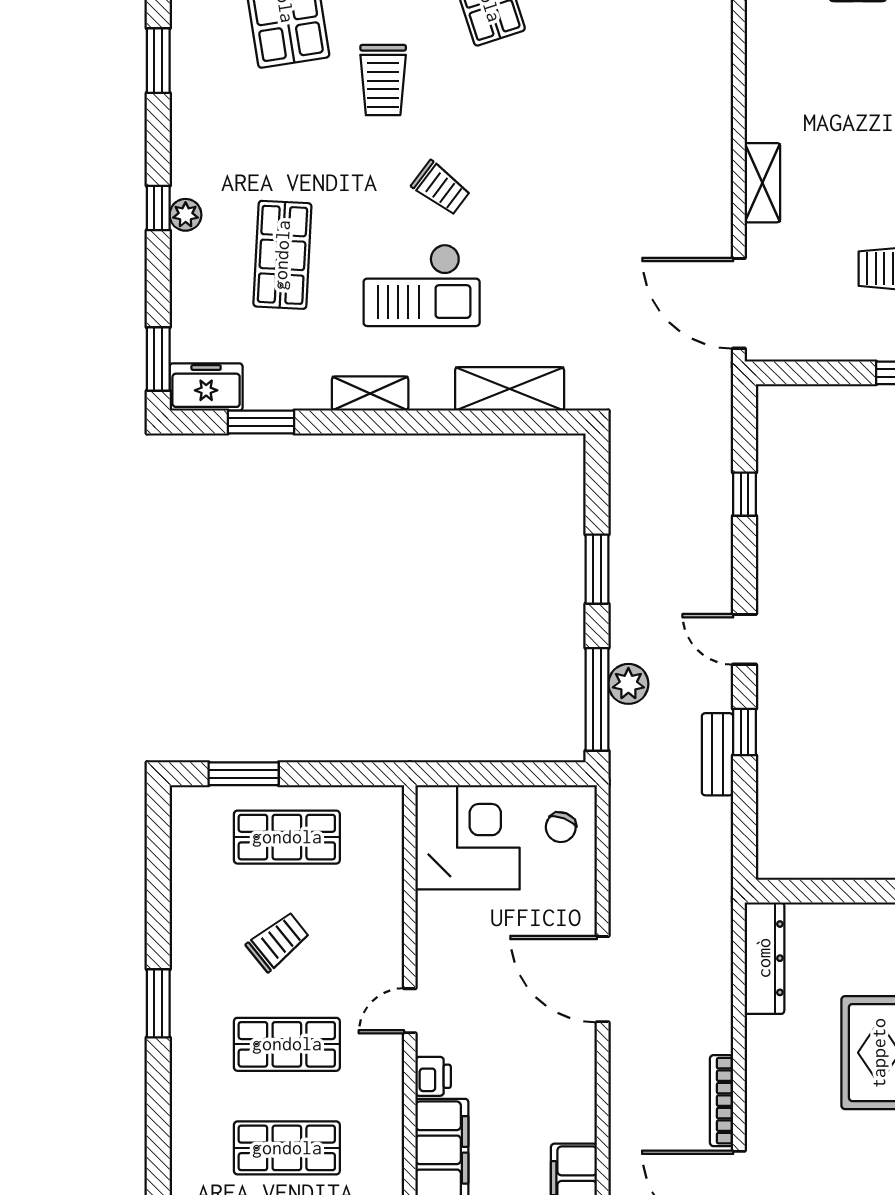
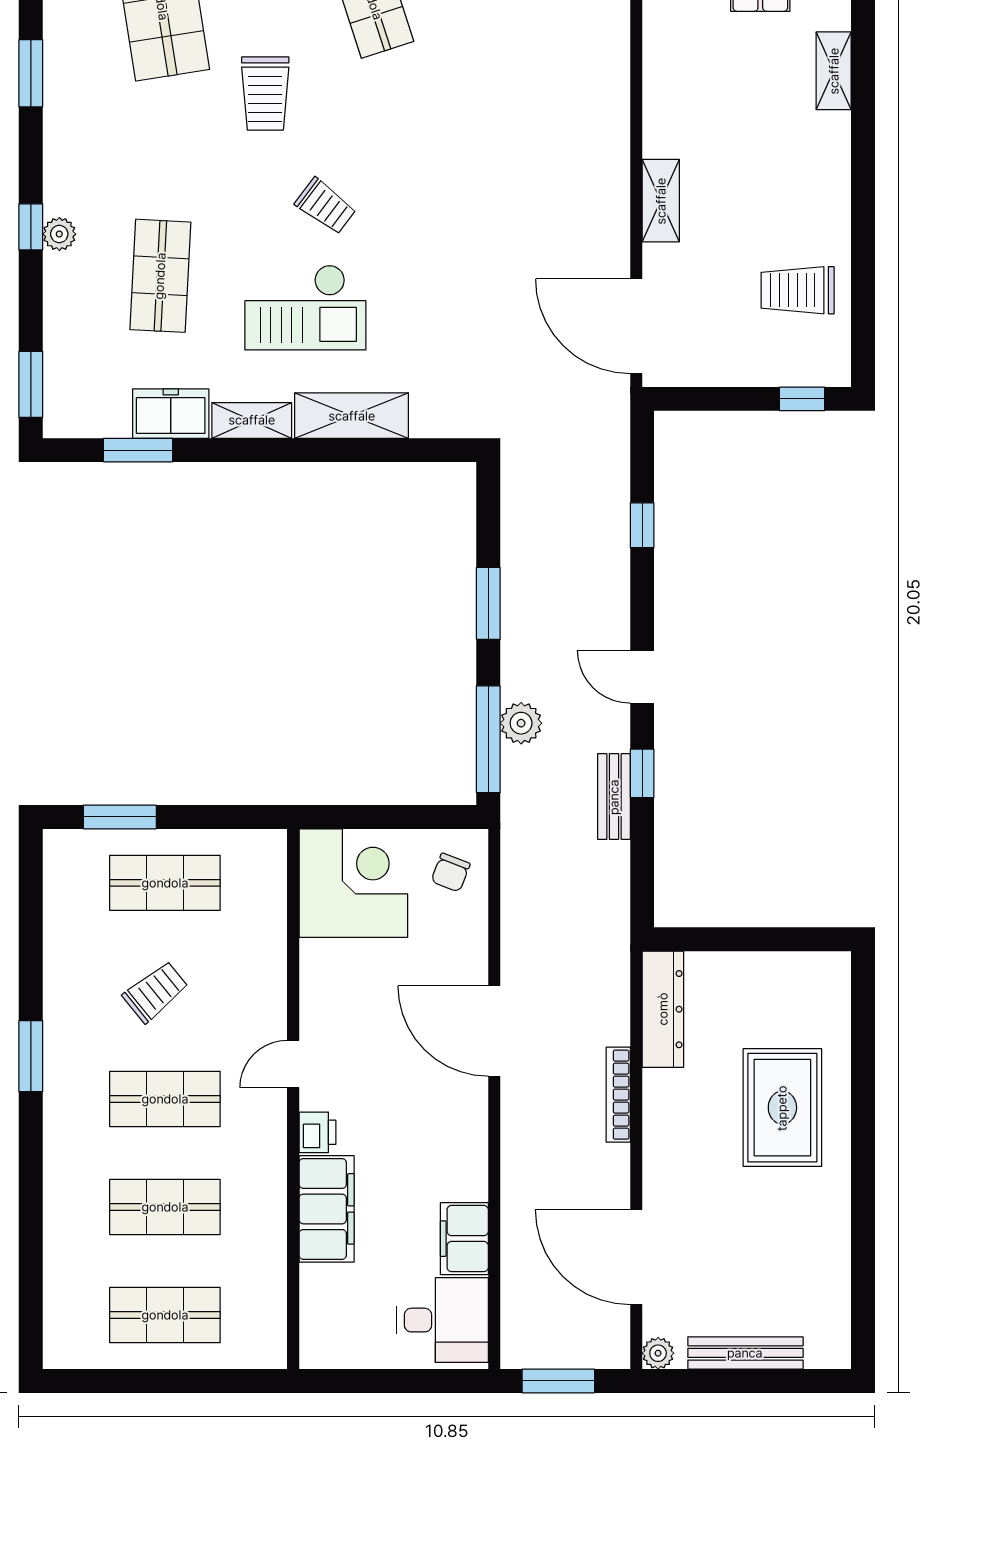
freezer: (206, 387) -> (171, 414), moved
shelving: (510, 389) -> (352, 416), moved
bookcase: (722, 1101) -> (618, 1095), moved

